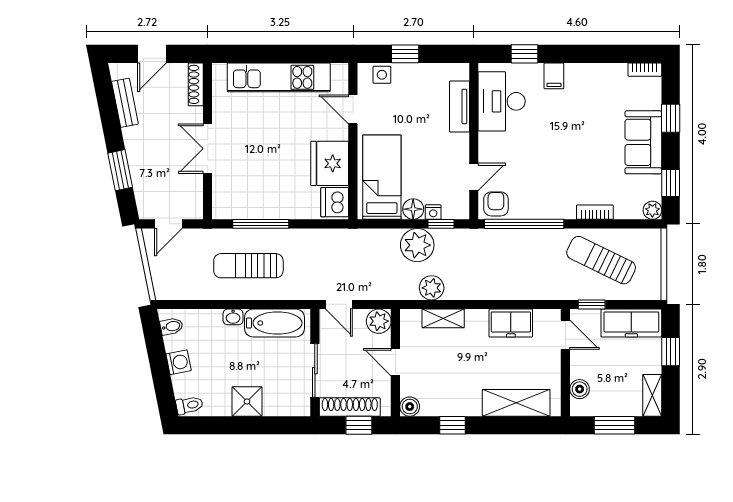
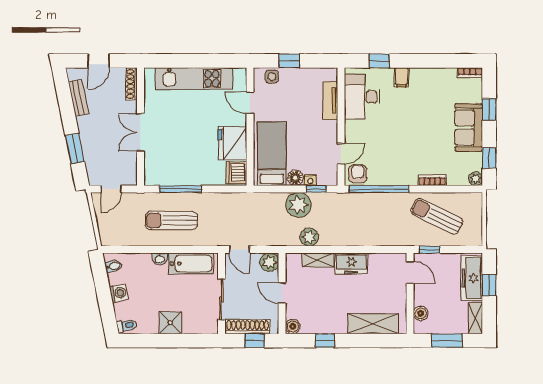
freezer: (511, 323) -> (351, 264), moved
freezer: (631, 323) -> (472, 278), moved, turned 90

